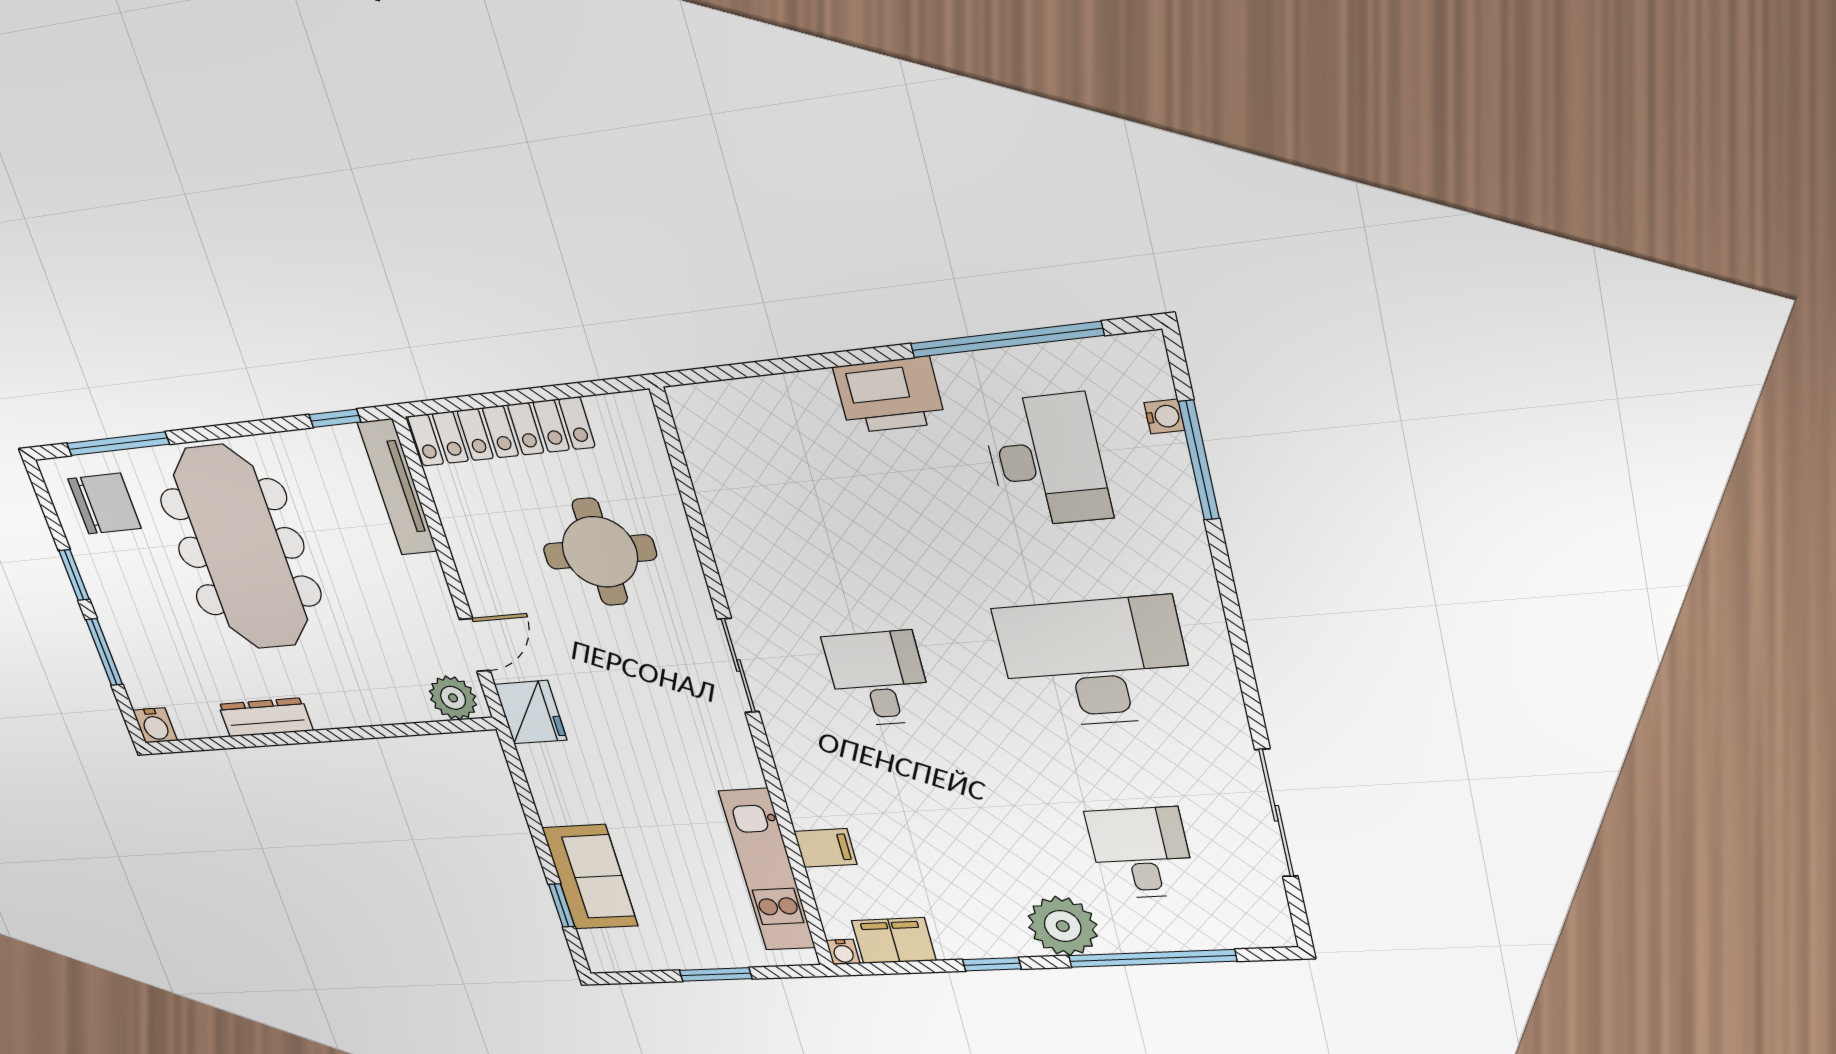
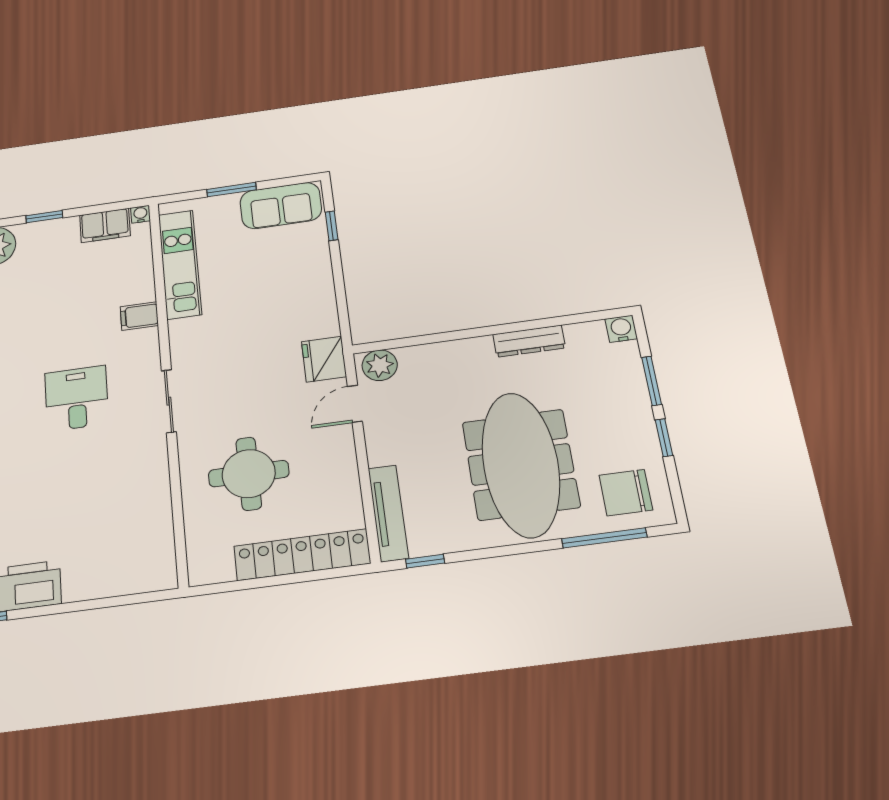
desk: (878, 679) -> (77, 398), turned 180
filing cabinet: (825, 848) -> (139, 316), moved
sofa: (590, 877) -> (281, 206), moved, turned -90

